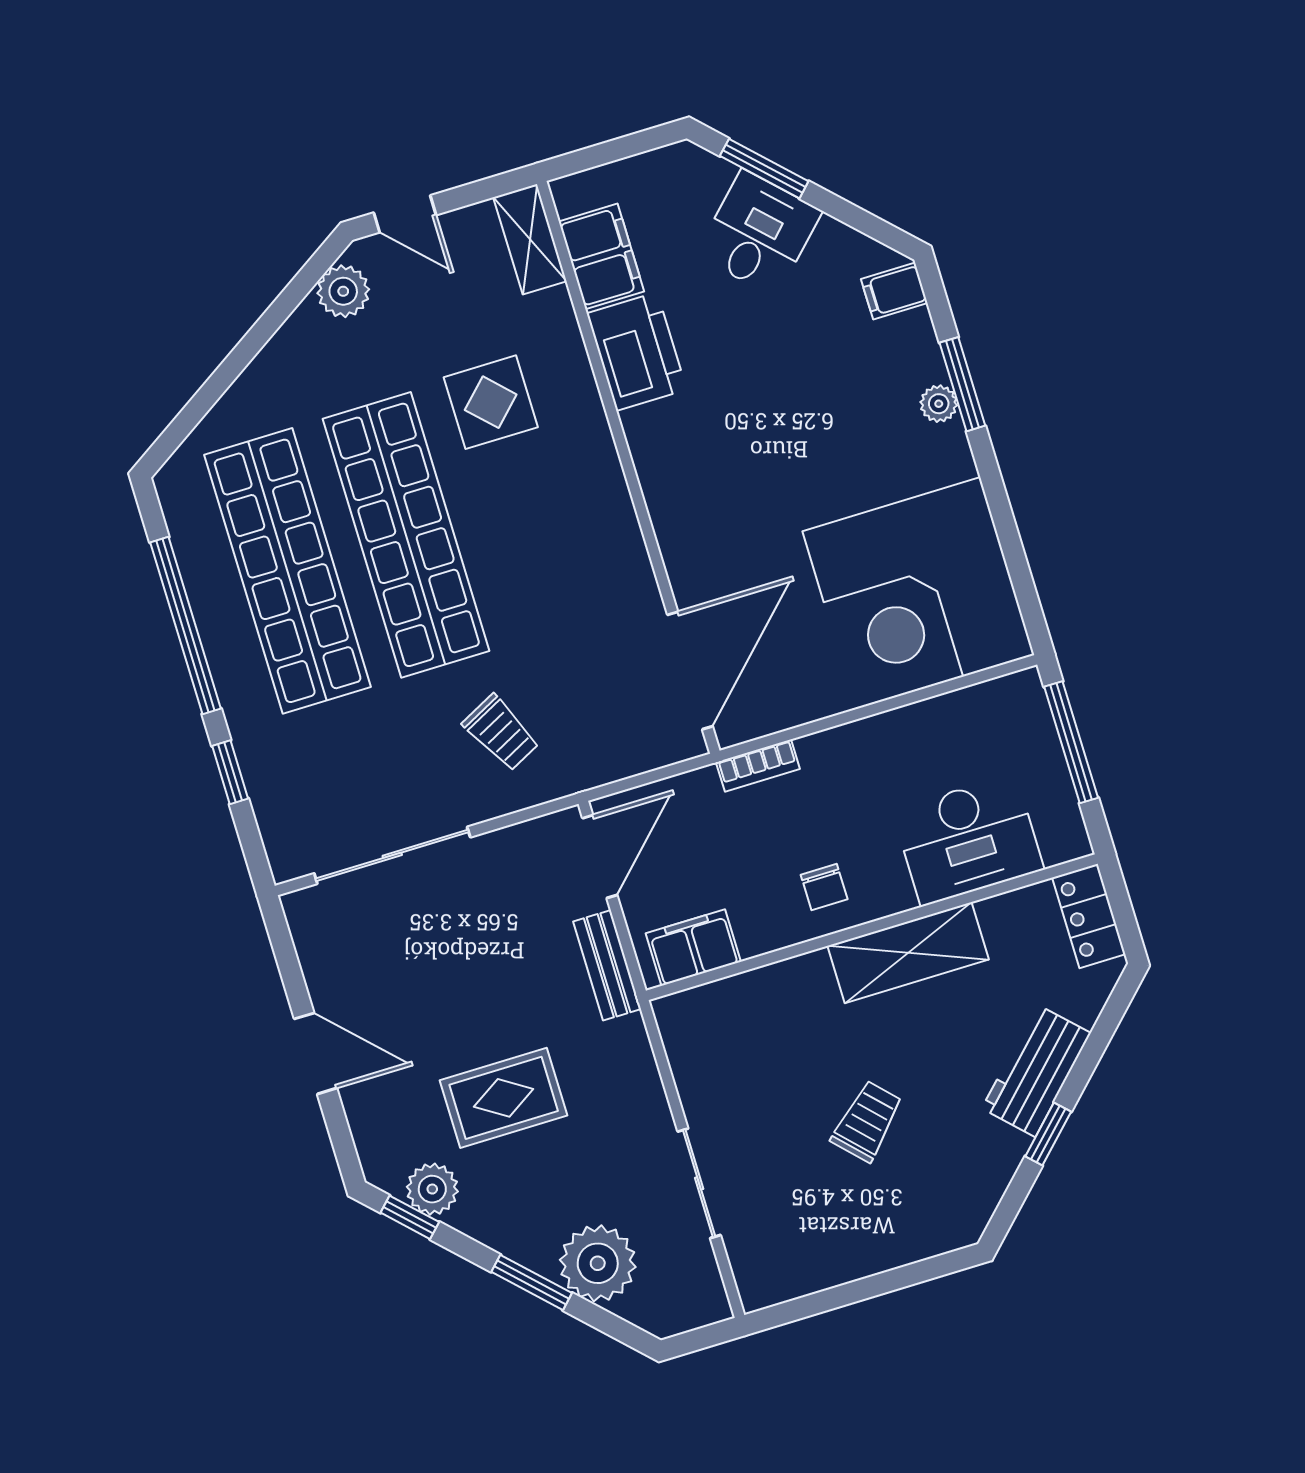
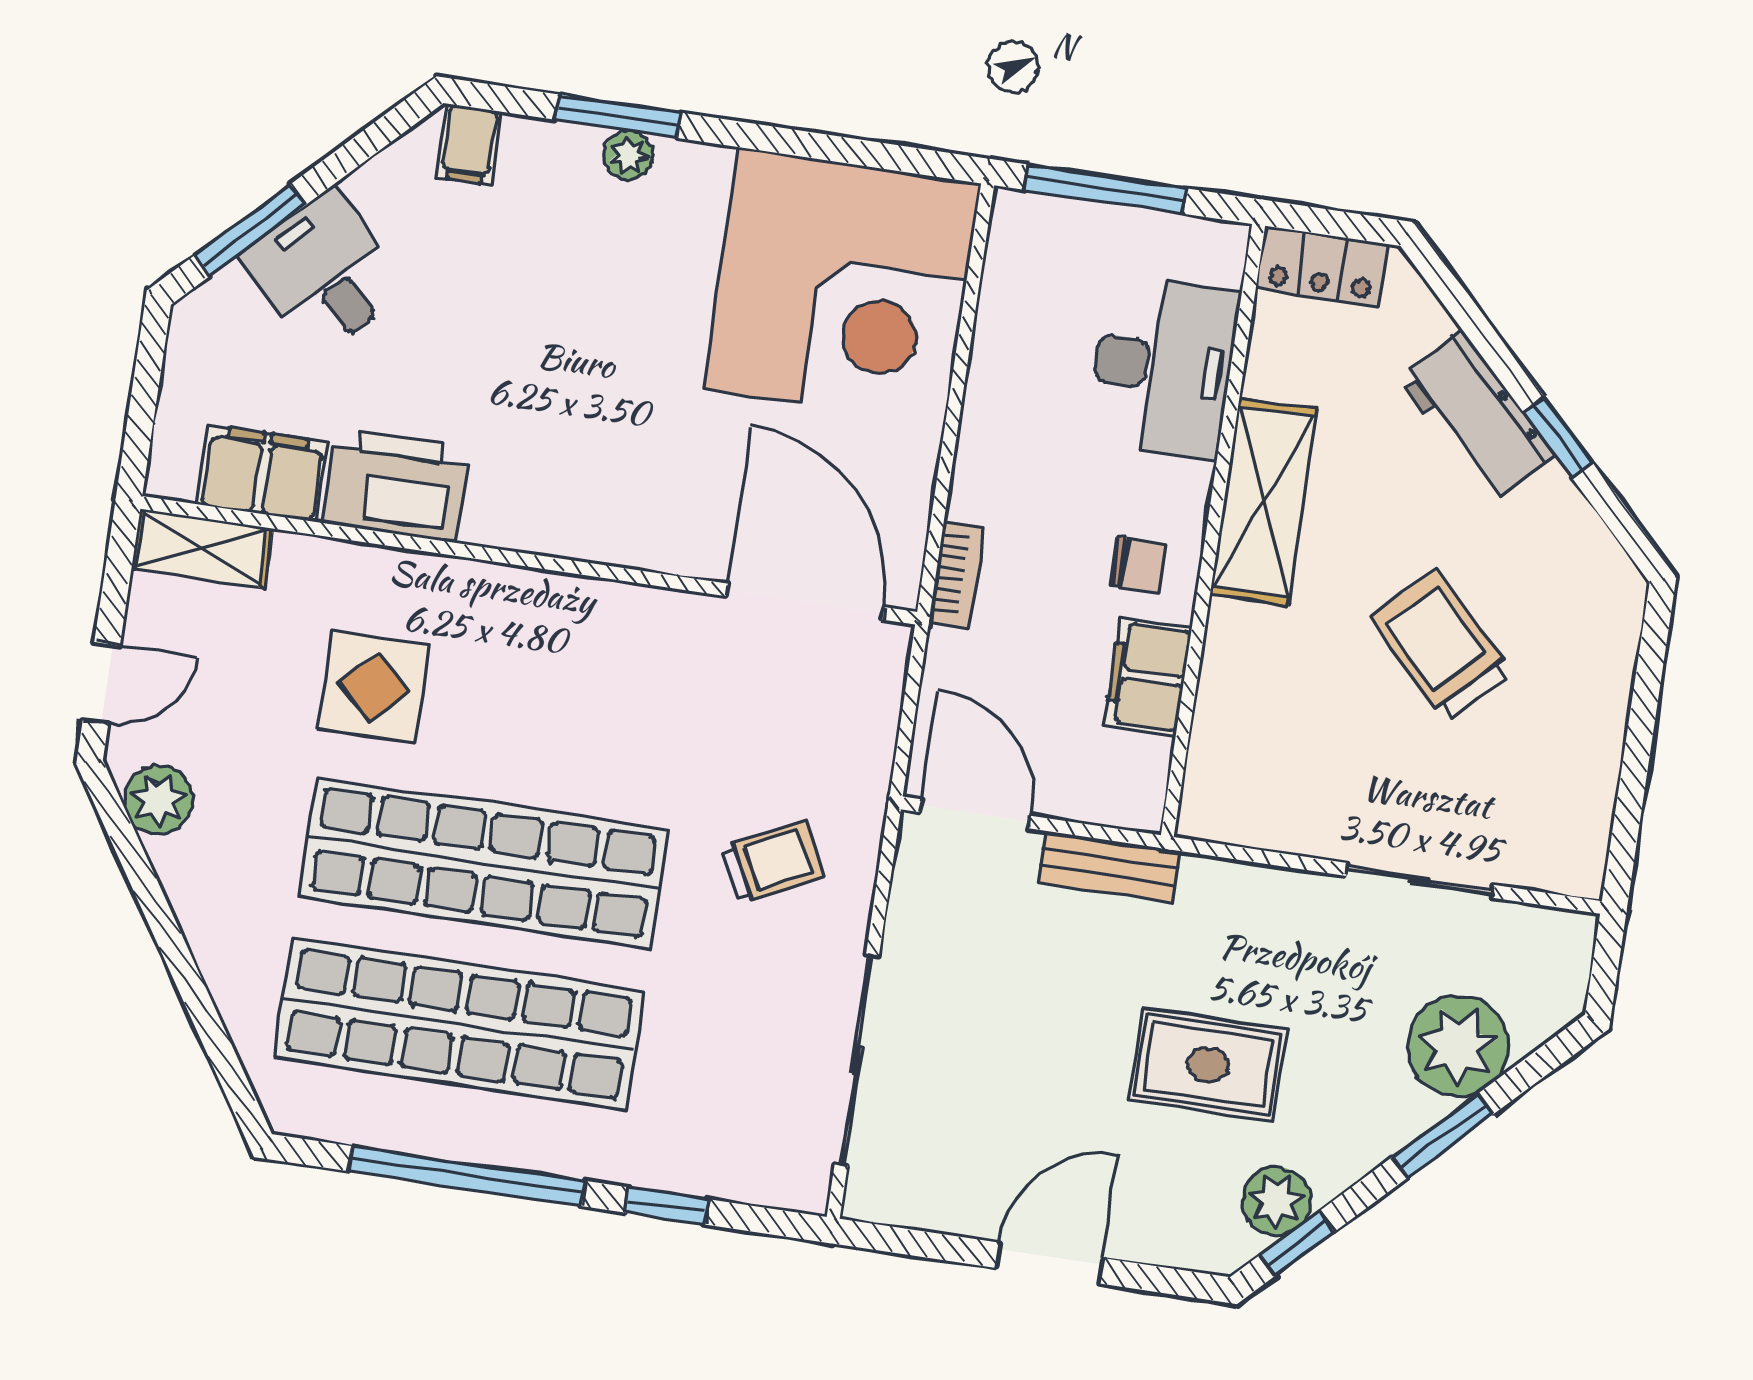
filing cabinet: (693, 948) -> (1148, 677), moved
rug: (504, 1098) -> (1208, 1065), turned 90
trolley: (867, 1121) -> (1441, 646), width x1.36, depth x1.39

